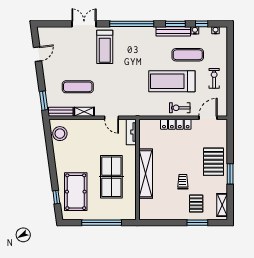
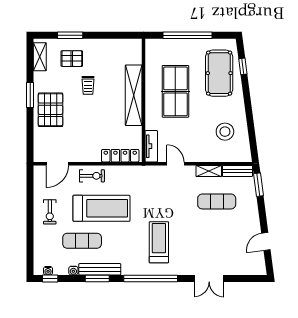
window: (202, 24) -> (50, 278), moved
treadmill: (105, 47) -> (159, 242), moved
locker: (176, 124) -> (120, 156), moved
stool: (60, 134) -> (225, 132), moved
pallet: (196, 204) -> (72, 59), turned 90

